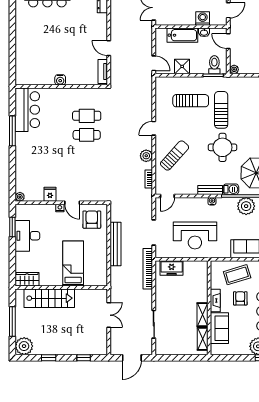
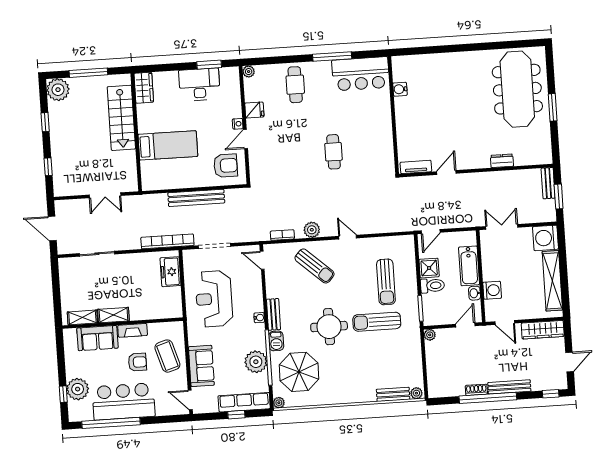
toilet: (214, 65) -> (432, 286), moved
water cooler: (60, 80) -> (400, 89), moved
sun lounger: (221, 110) -> (377, 322), turned 180
cafe table: (87, 116) -> (295, 85), moved

